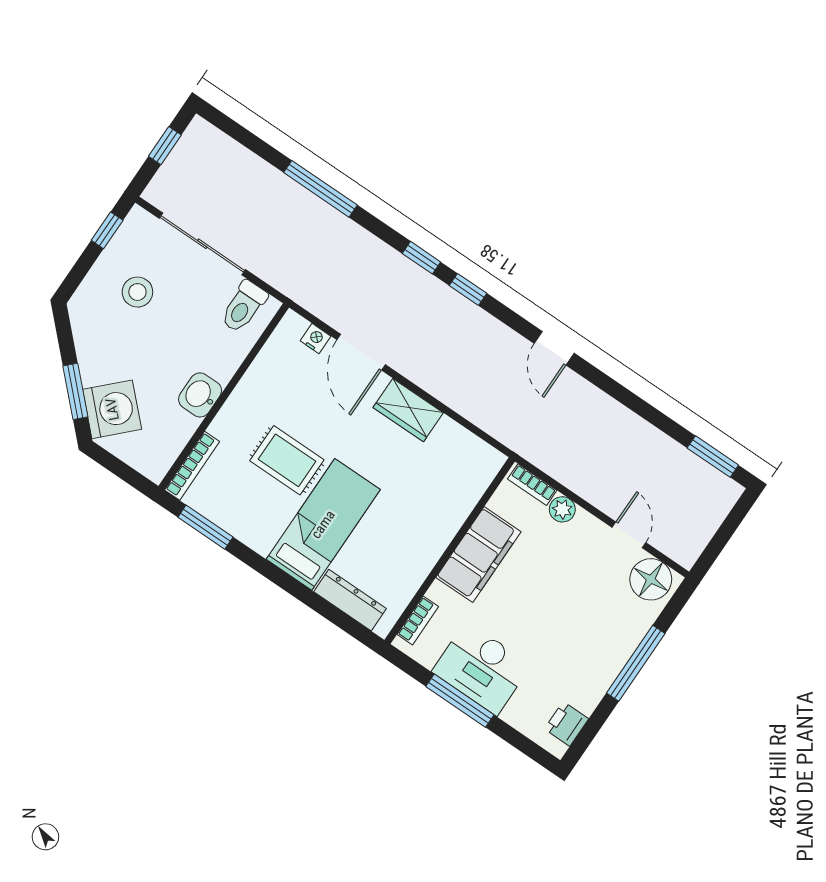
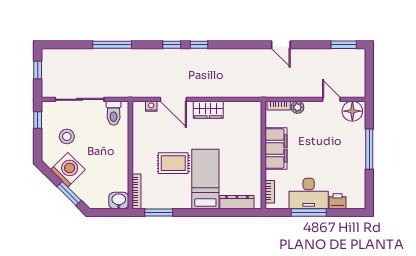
door: (554, 348) -> (281, 45), moved
washbasin: (200, 395) -> (119, 200), moved, turned 90
washing machine: (112, 409) -> (68, 170), moved
printer: (567, 724) -> (338, 201), moved, turned 90

